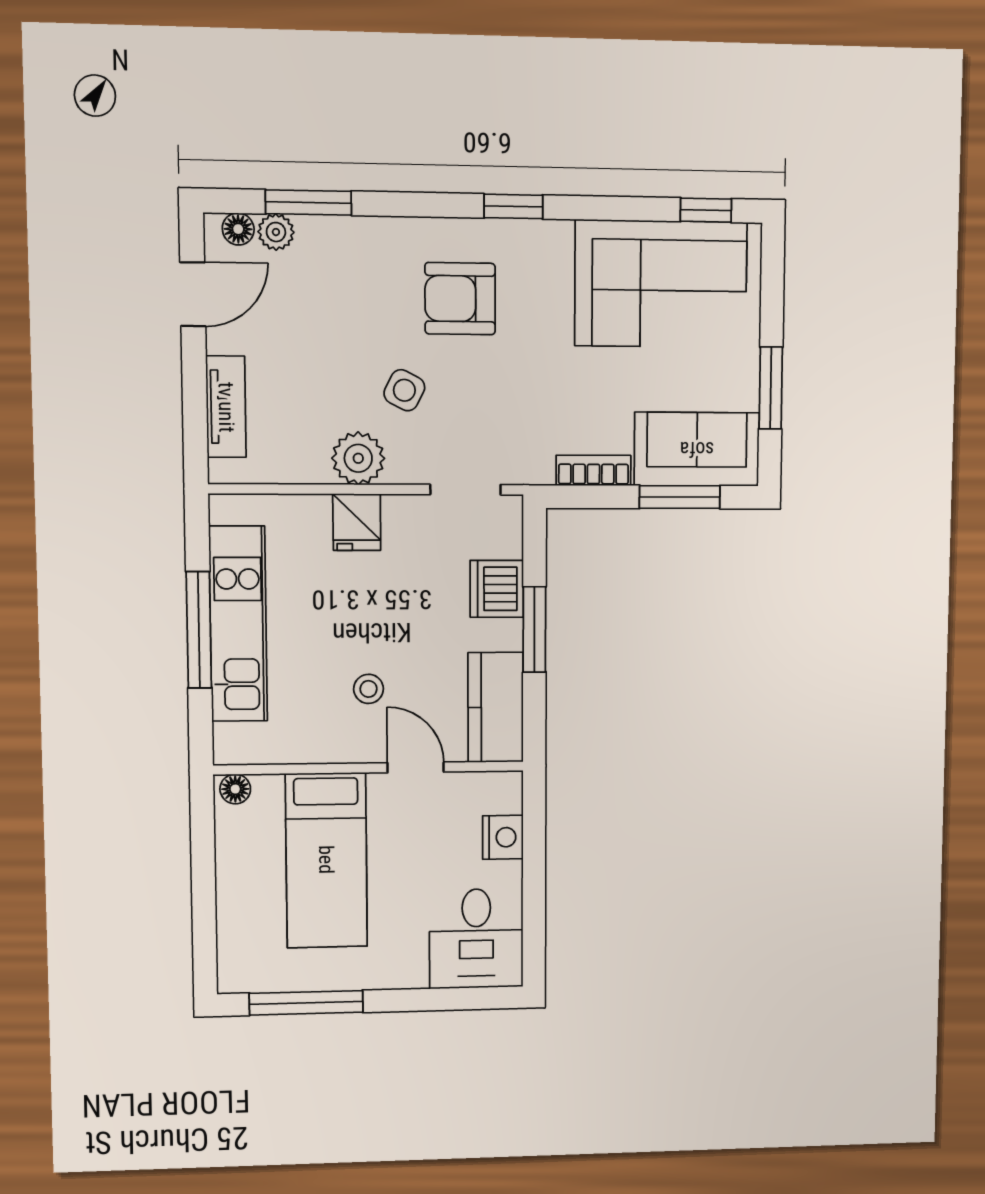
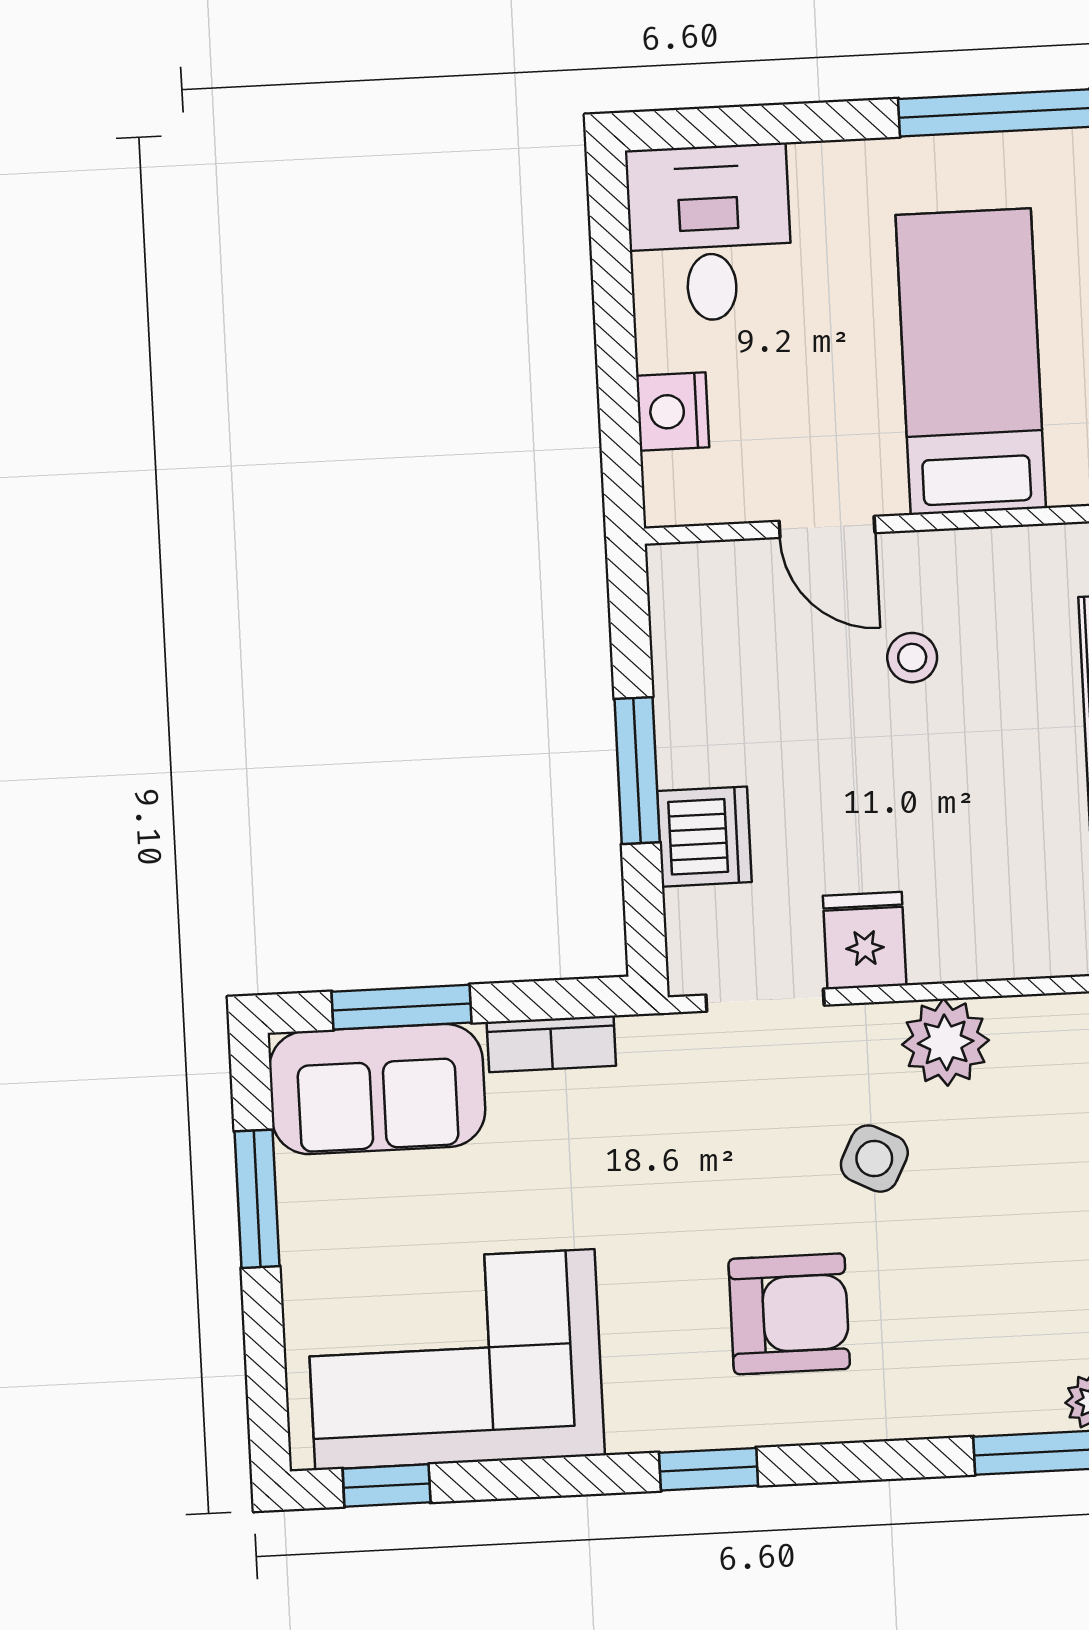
fridge: (357, 522) -> (865, 940), moved
kitchen counter: (496, 707) -> (696, 635), removed

